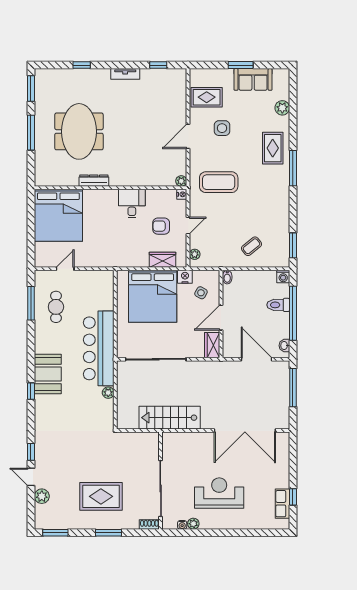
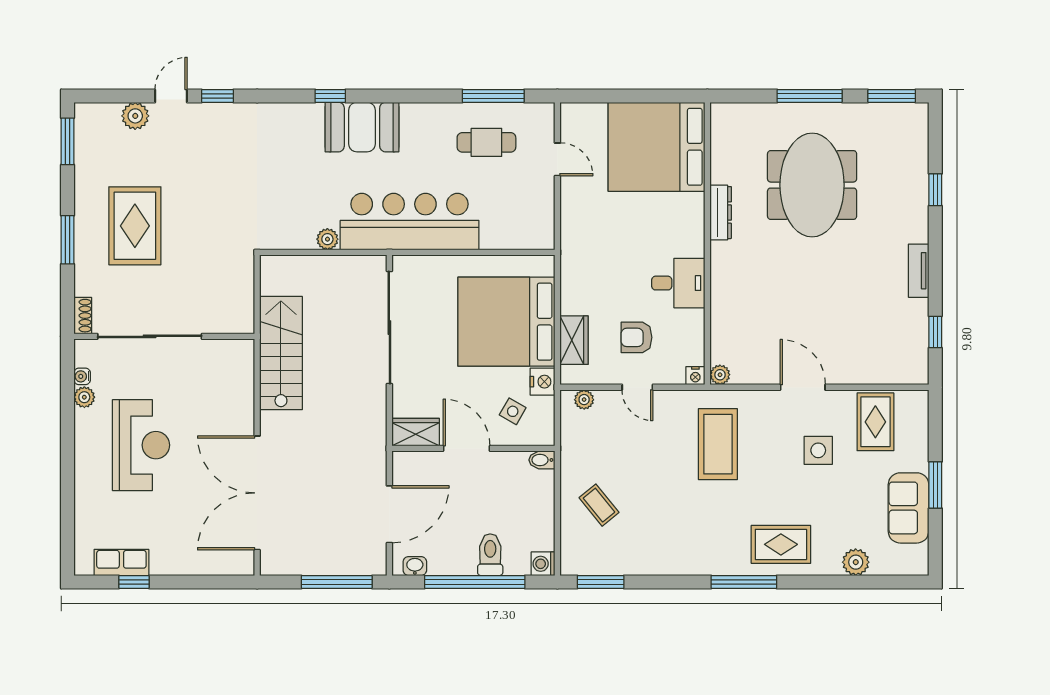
meeting table: (79, 131) -> (812, 185), turned 90
armchair: (161, 226) -> (636, 337), turned -90

